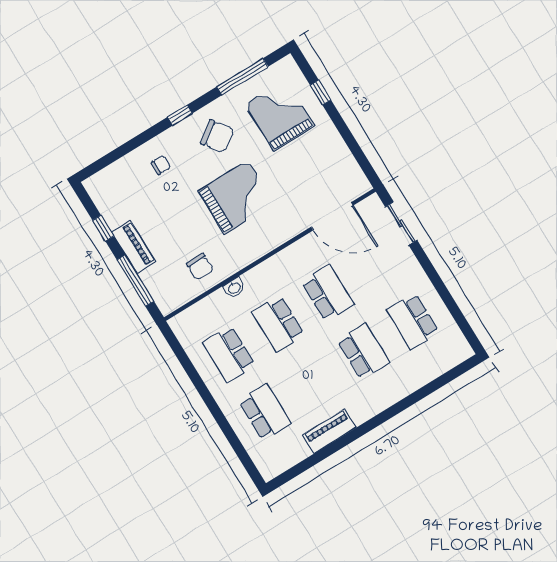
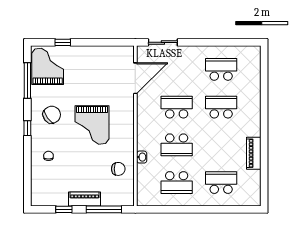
grand piano: (280, 115) -> (48, 66), moved, turned 90
grand piano: (236, 197) -> (92, 125), turned 180
school desk: (413, 321) -> (221, 69), turned 180

